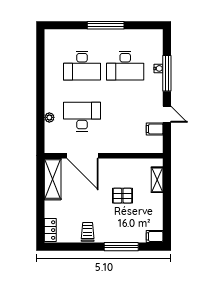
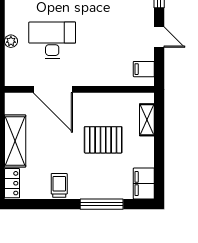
filing cabinet: (155, 129) -> (144, 69), moved
shelving: (53, 179) -> (15, 141), moved
pallet: (122, 196) -> (103, 140), width x1.50, depth x1.42
filing cabinet: (155, 236) -> (144, 184), width x2.00

